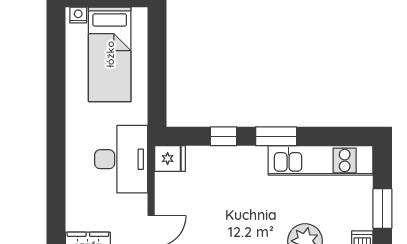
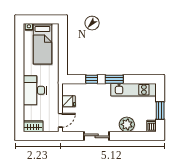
desk: (121, 159) -> (35, 90), moved, turned 180
fridge: (170, 159) -> (69, 101), moved

